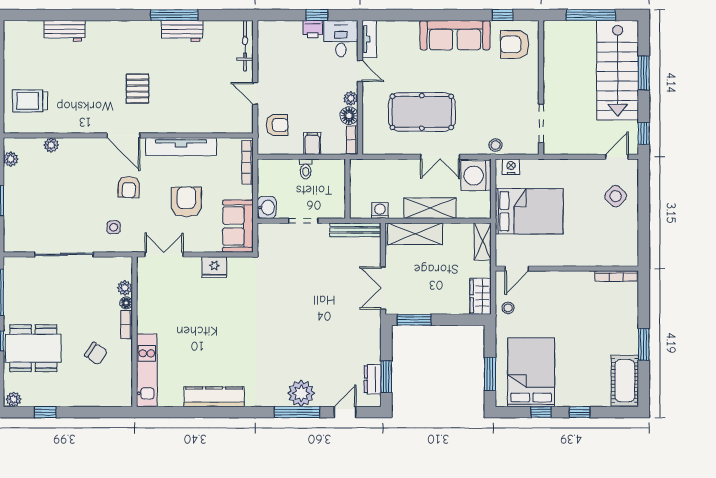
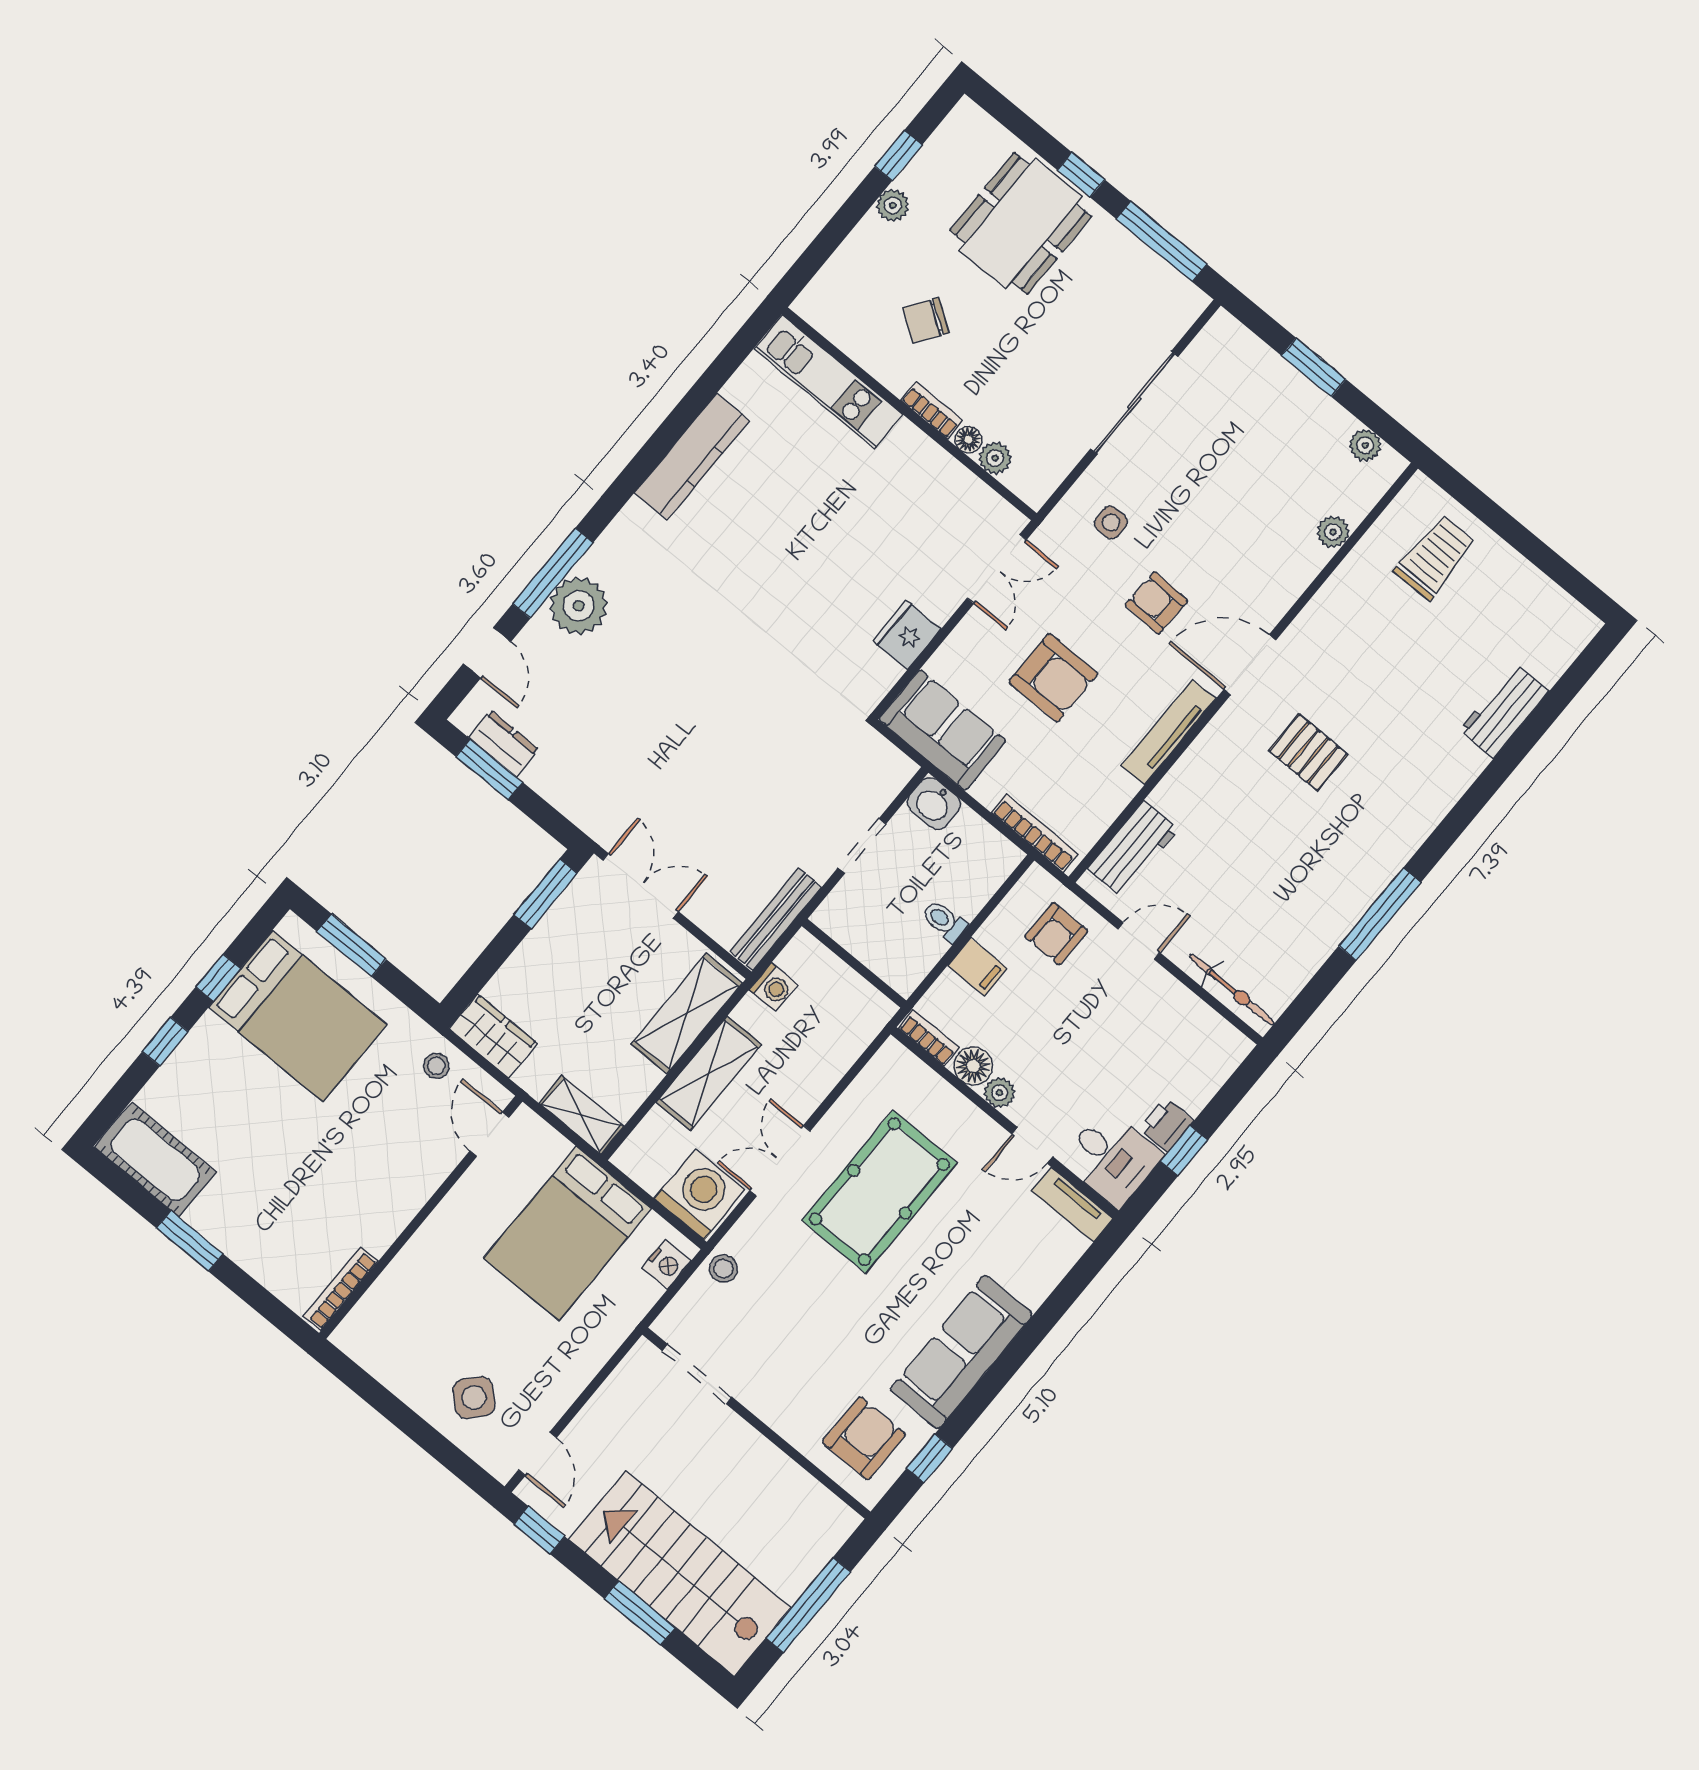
workbench: (182, 31) -> (1133, 849), moved, turned 180
tv unit: (181, 147) -> (1168, 732), width x0.73, depth x0.78
plant: (14, 399) -> (893, 205), moved

